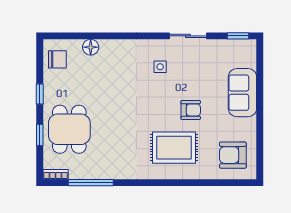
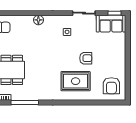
floor lamp: (91, 47) -> (38, 20), moved
sofa: (242, 93) -> (111, 24), moved, turned -90
armchair: (233, 155) -> (111, 86), turned -90

